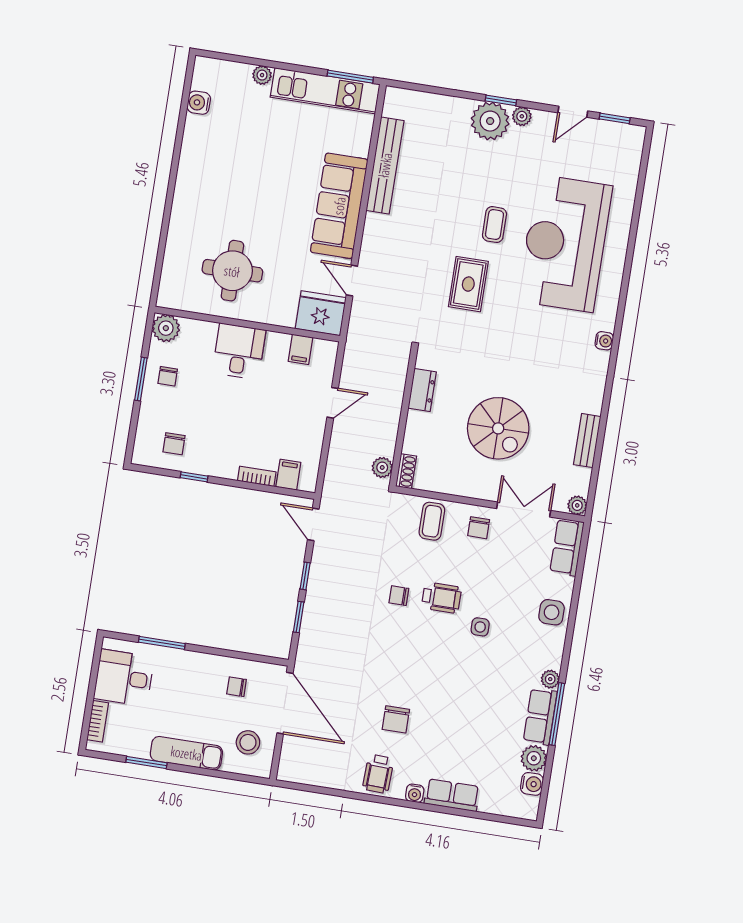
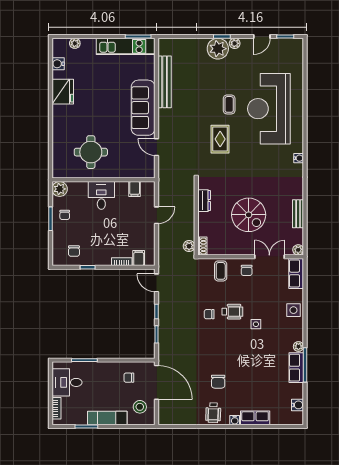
plant: (262, 75) -> (75, 43), moved
fridge: (321, 313) -> (63, 92), moved, turned 90
plant: (534, 758) -> (296, 391), removed

